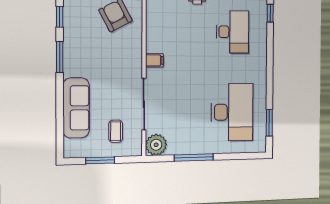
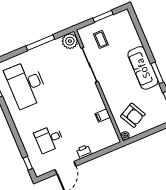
desk: (233, 32) -> (49, 139), width x0.73
filing cabinet: (154, 60) -> (103, 115), moved
sofa: (76, 108) -> (143, 68), moved

